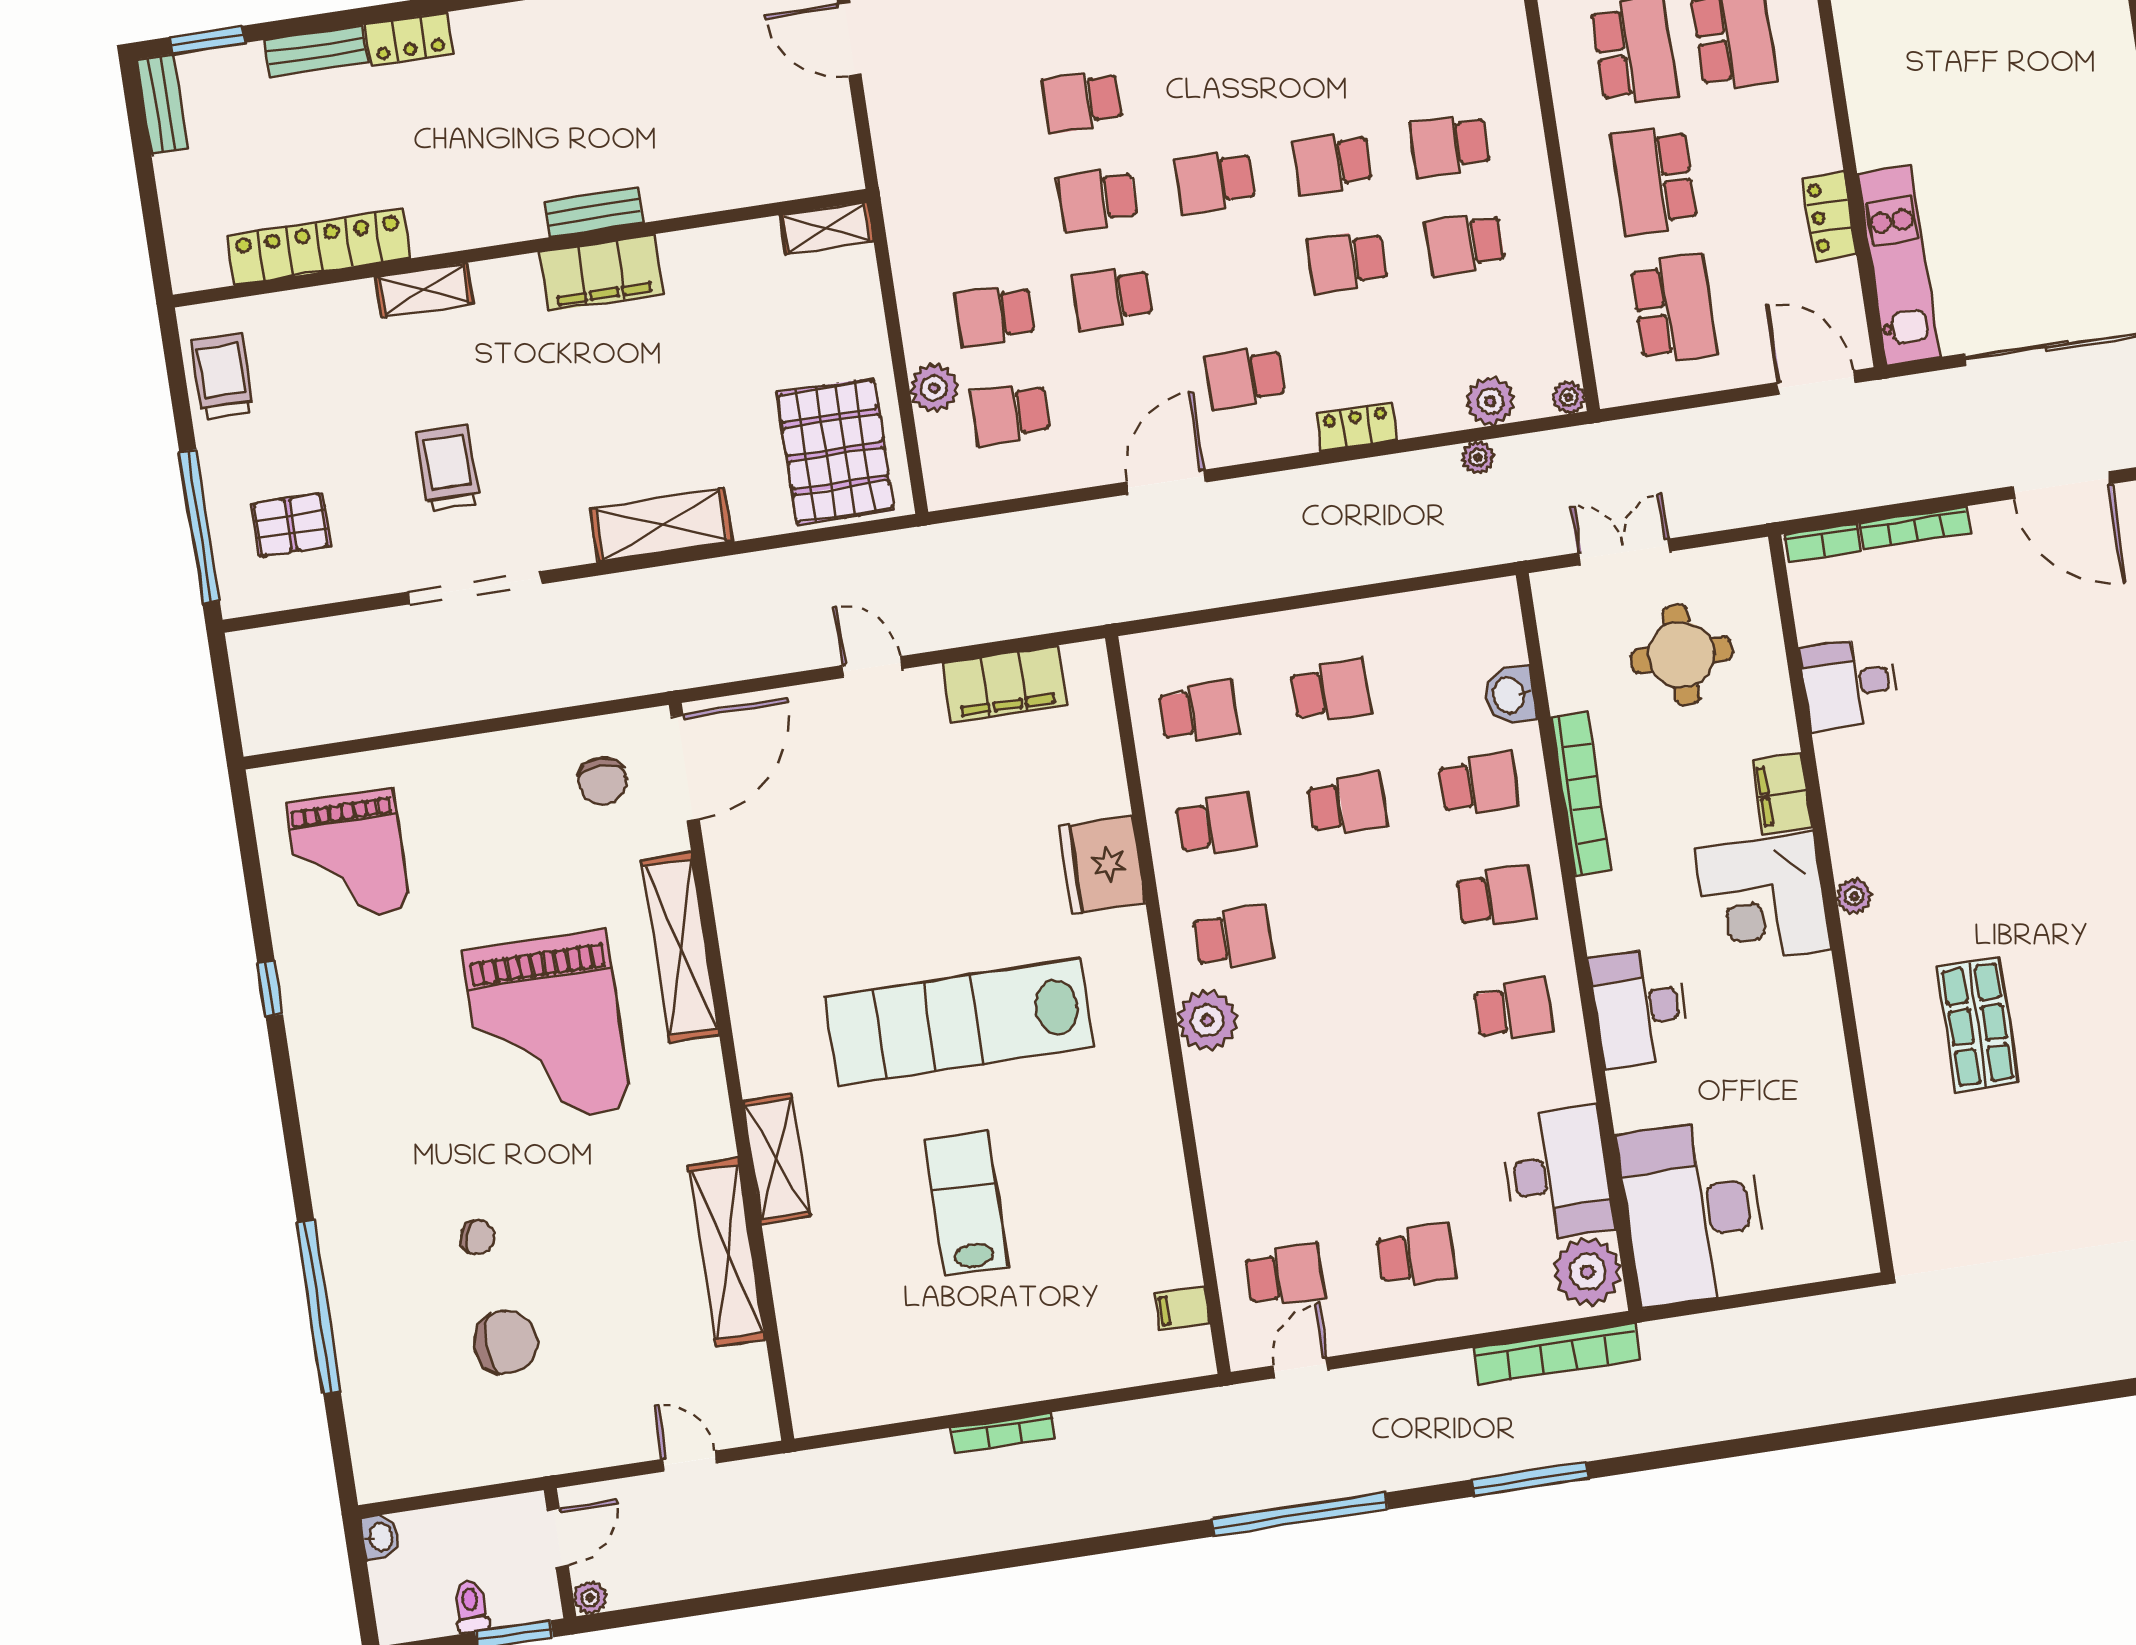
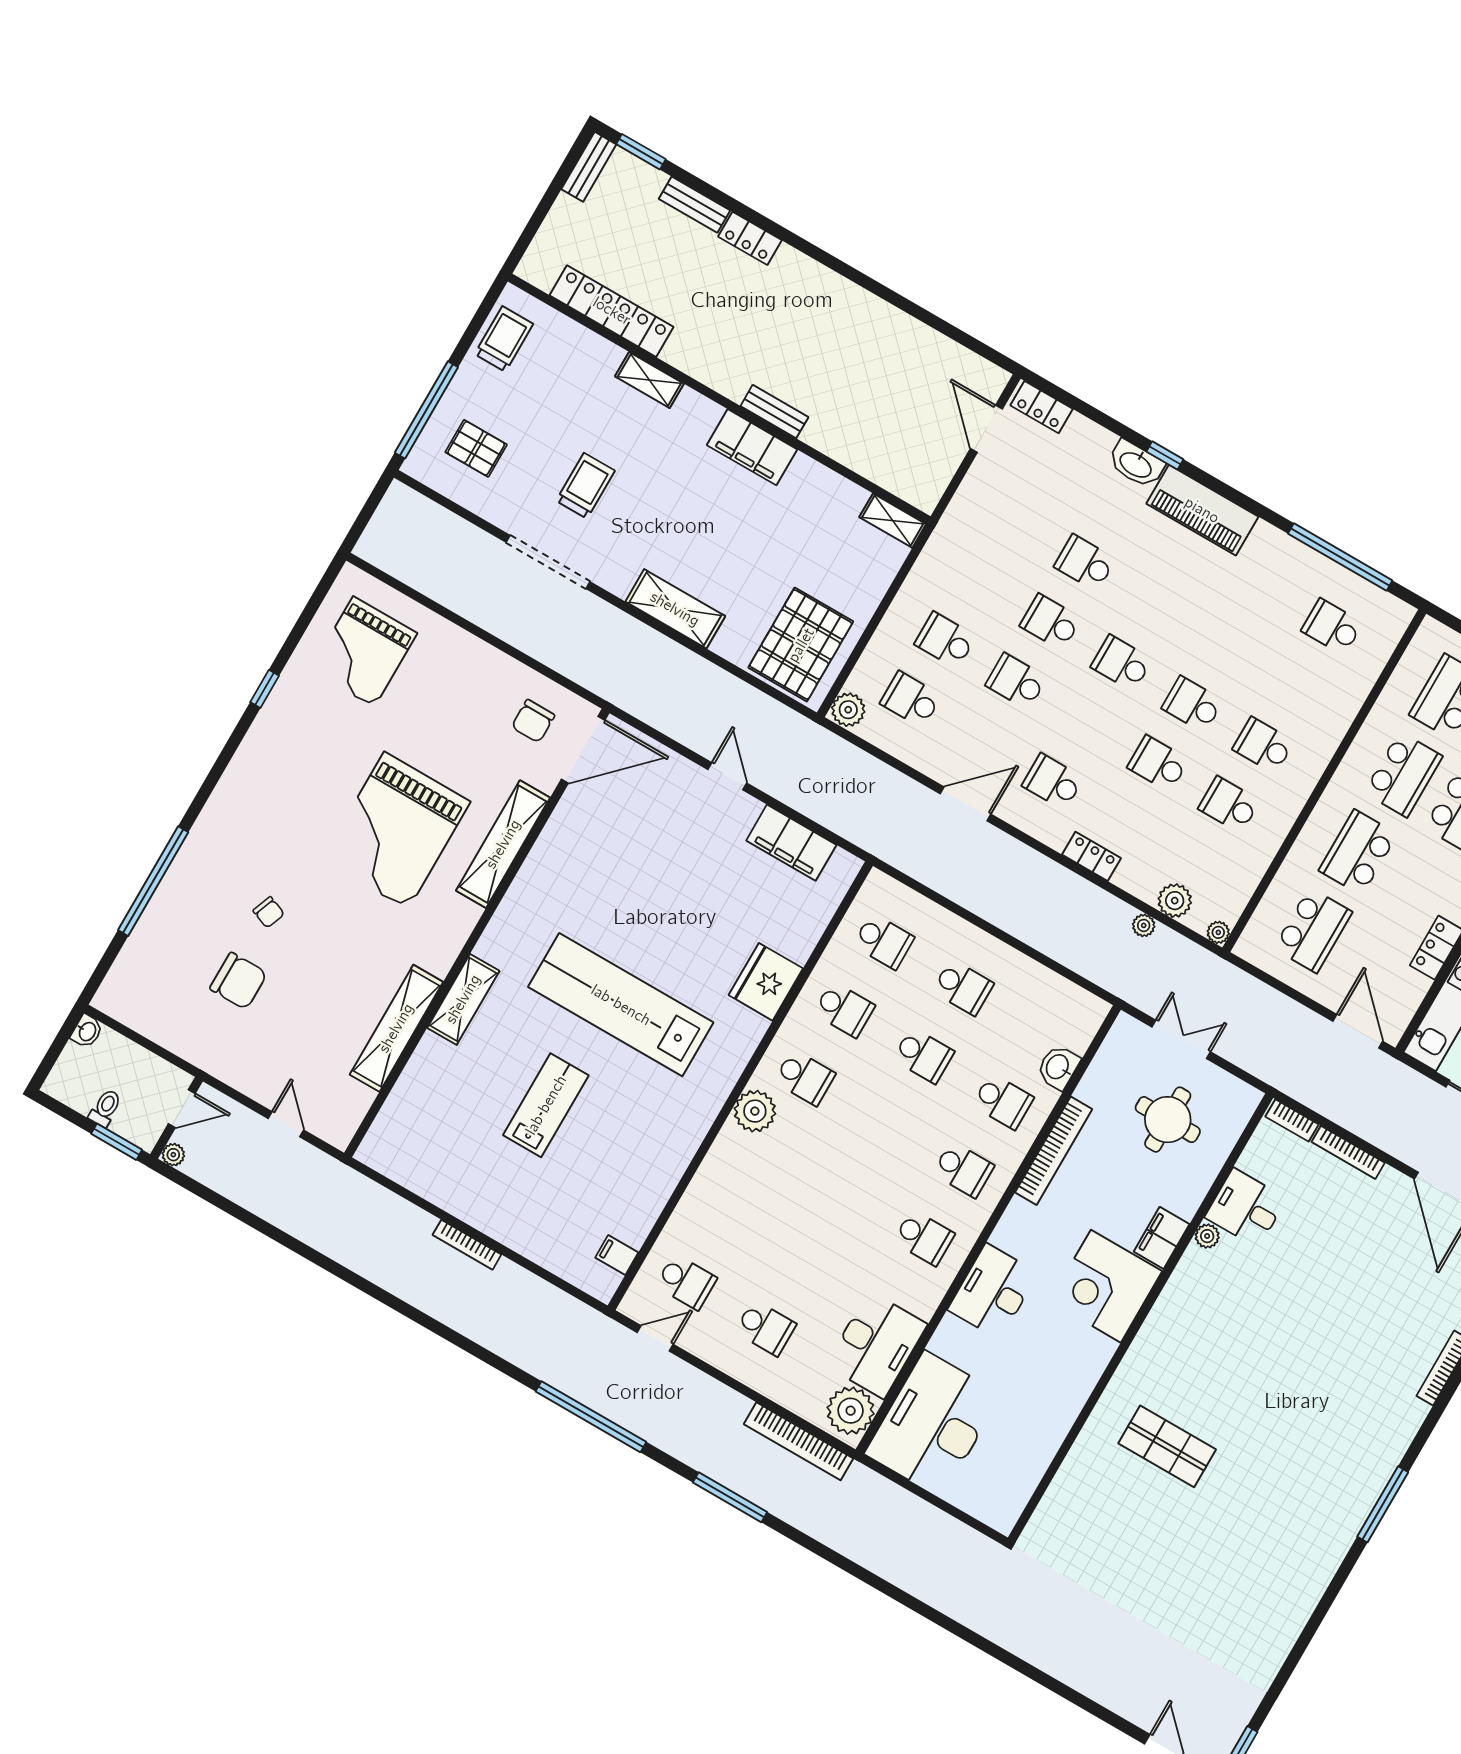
plant: (934, 388) -> (848, 710), moved
plant: (1854, 896) -> (1207, 1236), moved
shop shelf: (1978, 1025) -> (1167, 1446), turned 90

